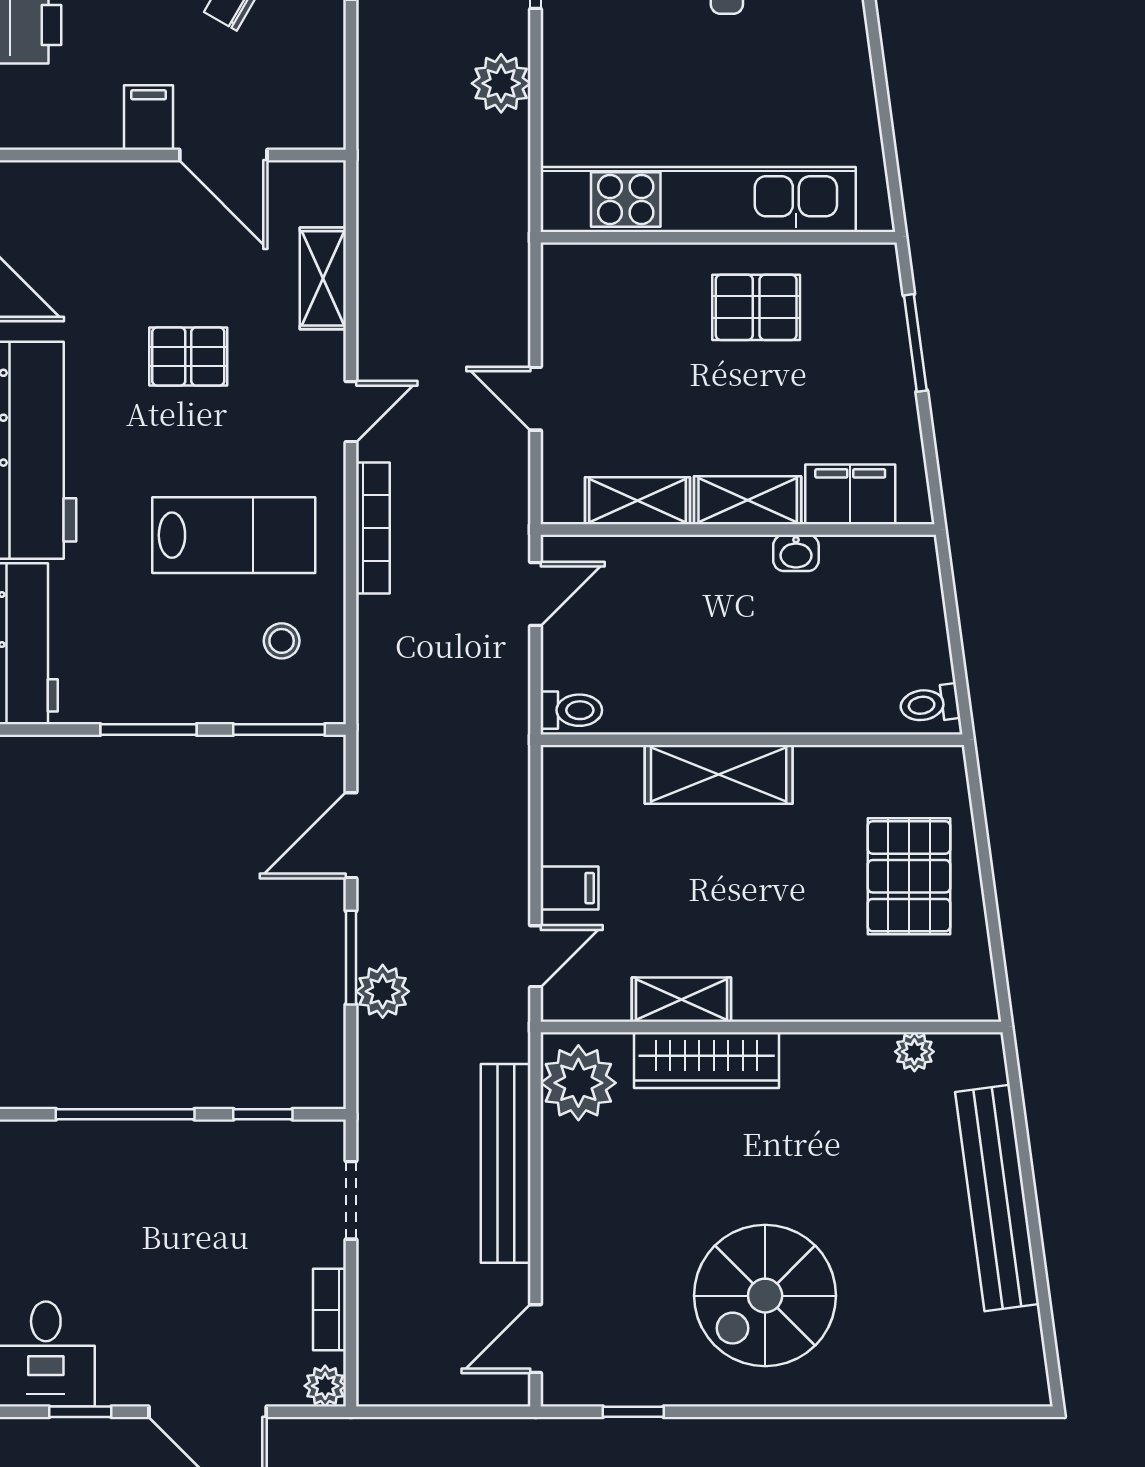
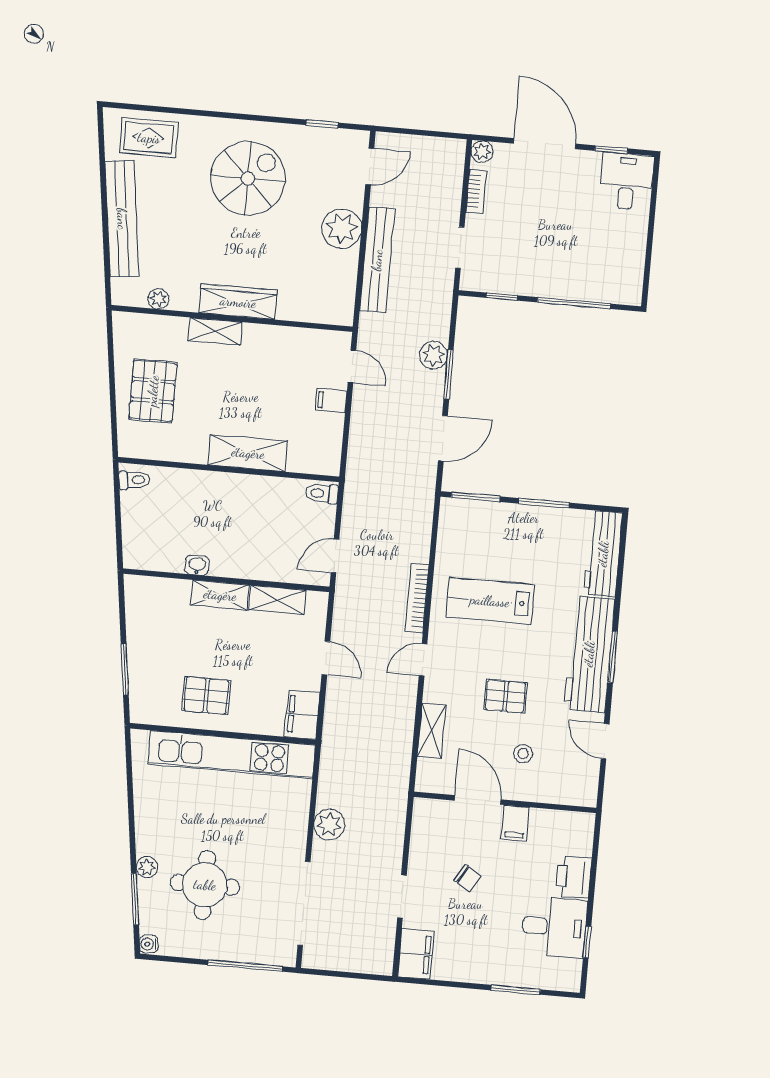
filing cabinet: (850, 494) -> (302, 715), moved, turned 90
stool: (282, 641) -> (523, 754), moved
door: (536, 956) -> (352, 366), swing flipped
shelving: (681, 1000) -> (215, 331), moved
wardrobe: (707, 1060) -> (238, 302), moved
plant: (578, 1083) -> (342, 229), moved
rug: (960, 1356) -> (149, 138), added

